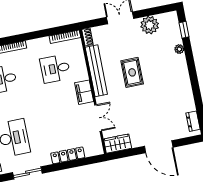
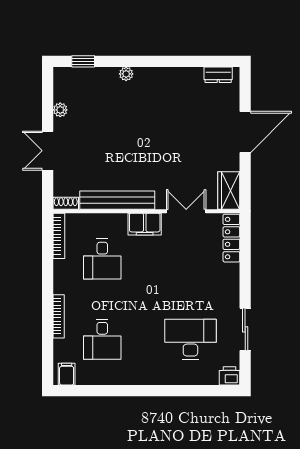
plant: (150, 25) -> (60, 110), width x0.53, depth x0.53
plant: (179, 49) -> (126, 74), moved
rug: (132, 72) -> (130, 149), removed
locker: (68, 155) -> (231, 238), moved

